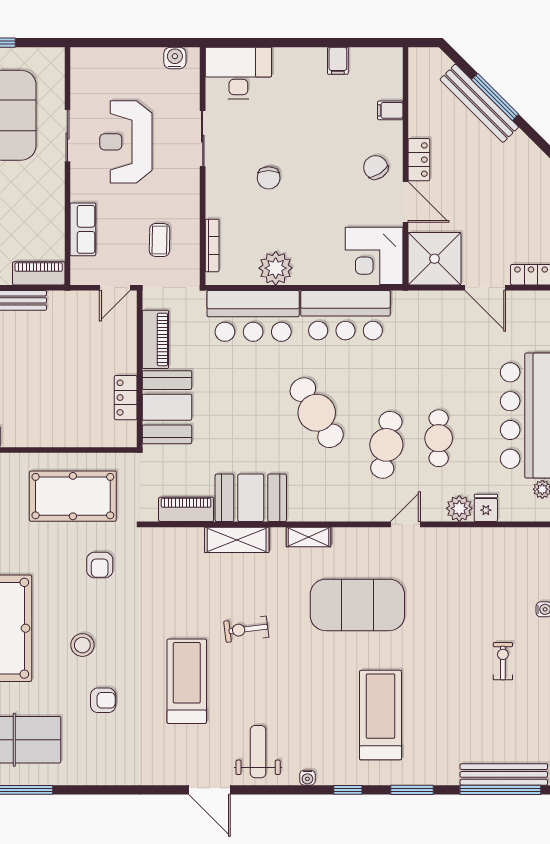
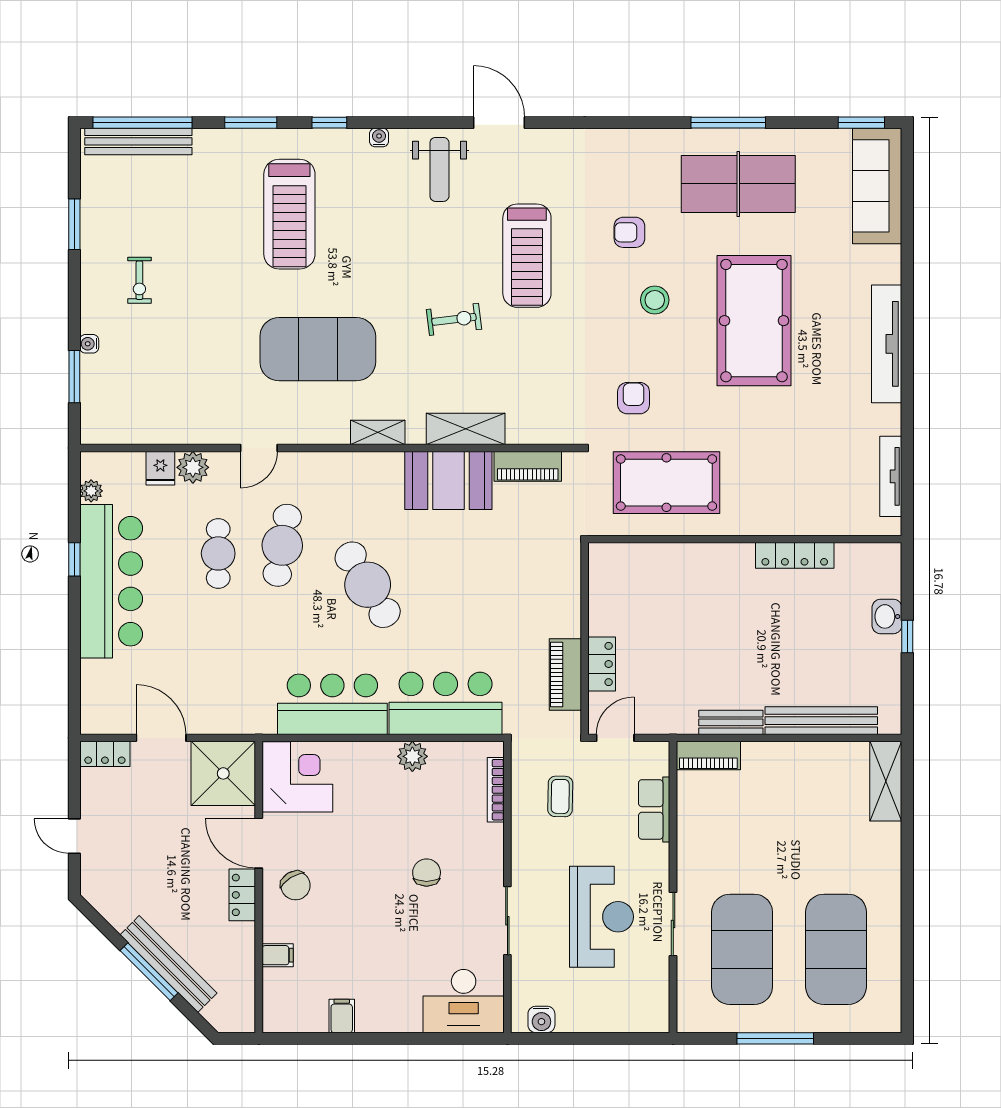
plant: (276, 268) -> (412, 756), width x0.73, depth x0.73
locker: (126, 398) -> (602, 664), moved
booth: (167, 407) -> (551, 591), removed

